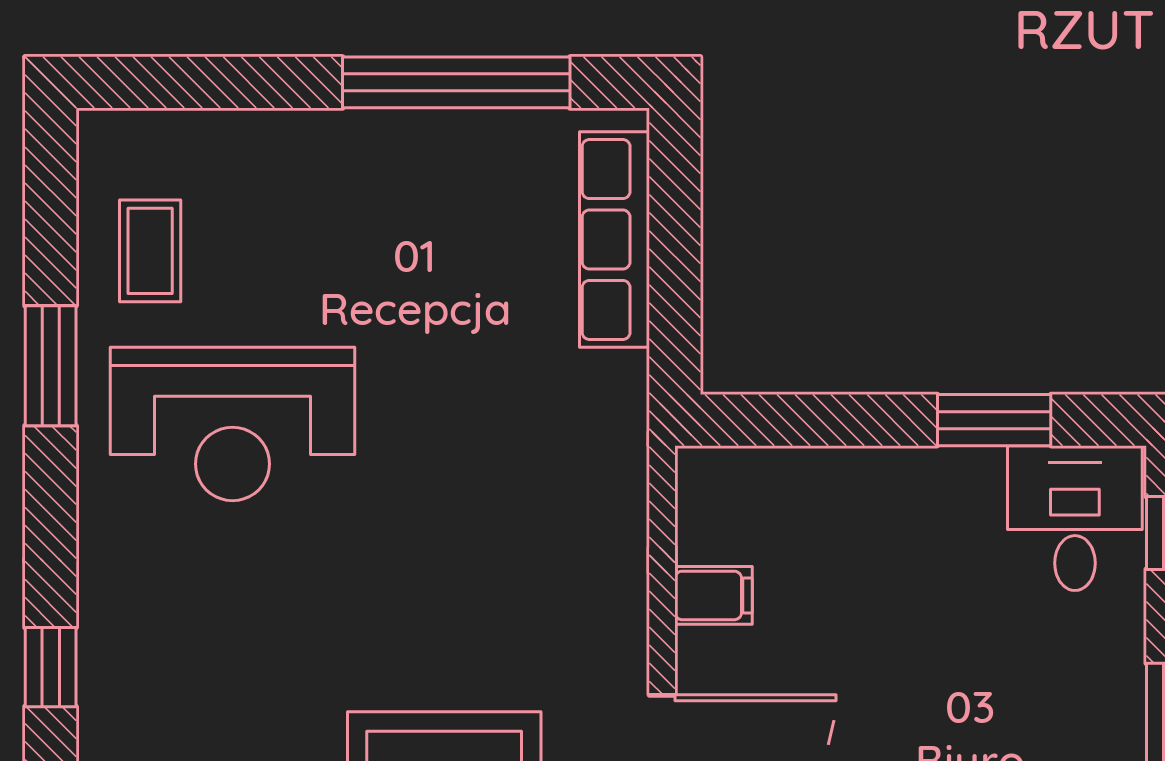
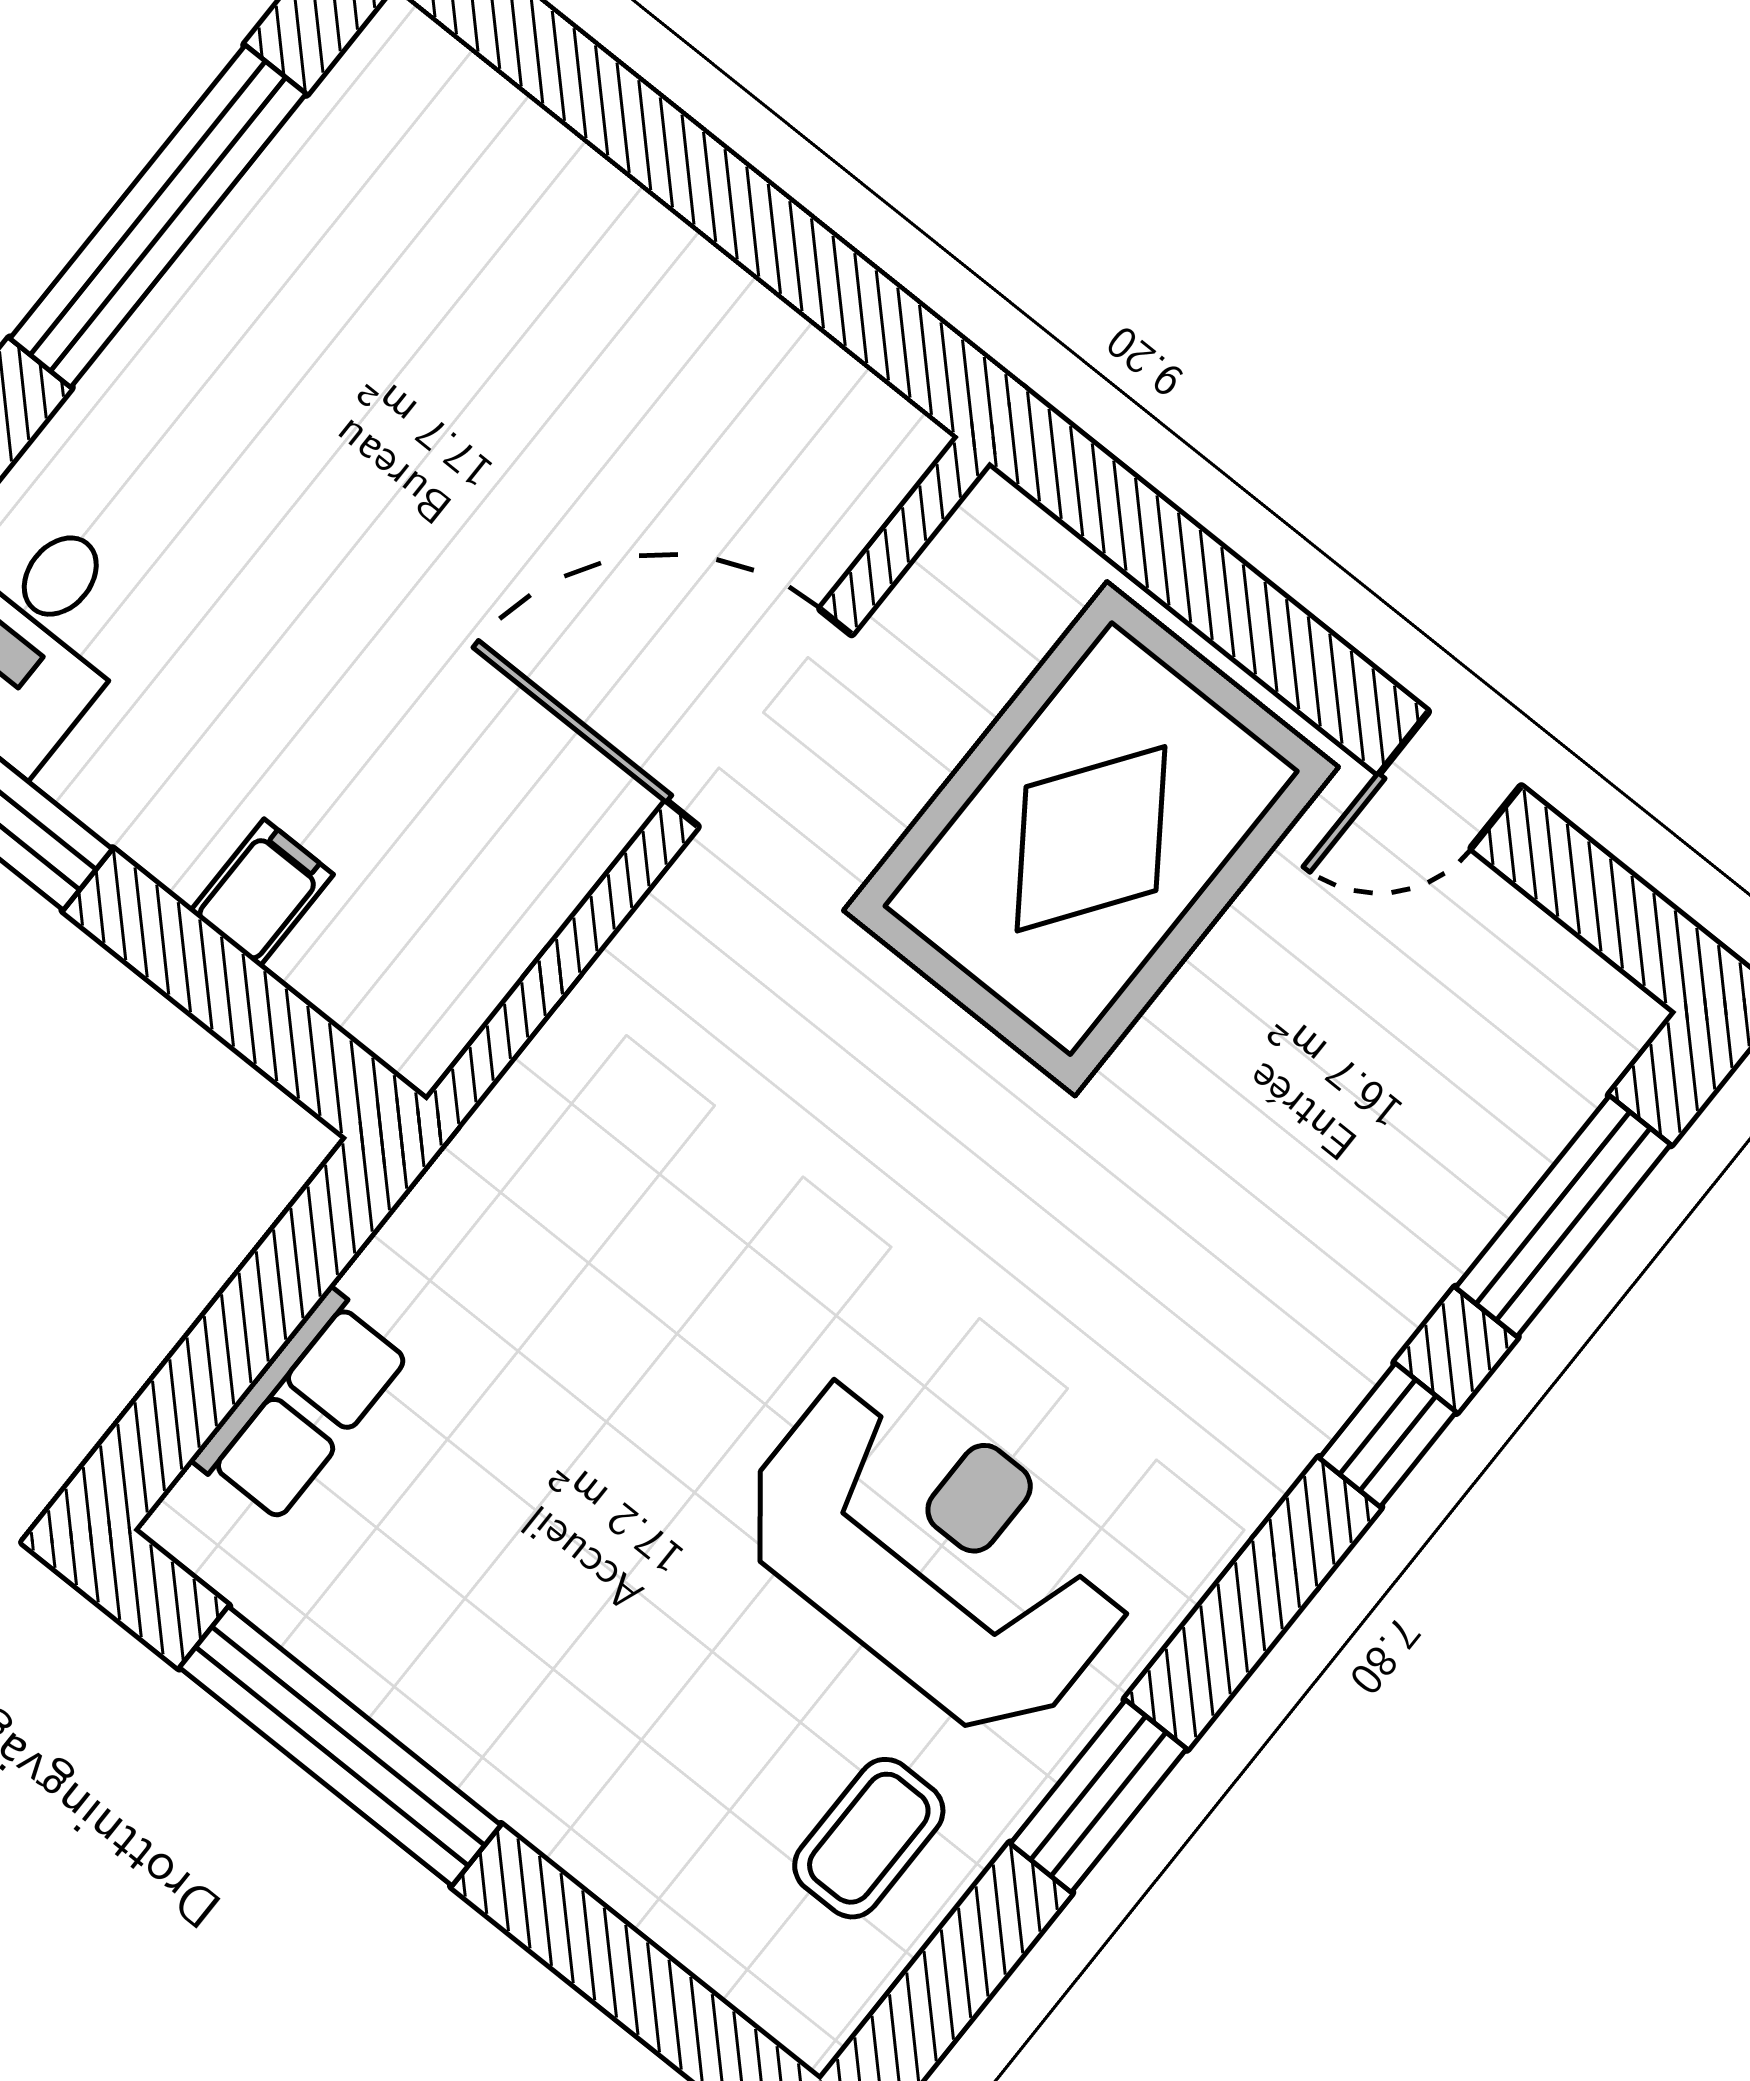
row of seats: (614, 240) -> (301, 1406), width x0.68
filing cabinet: (714, 595) -> (262, 893), moved, turned 90

